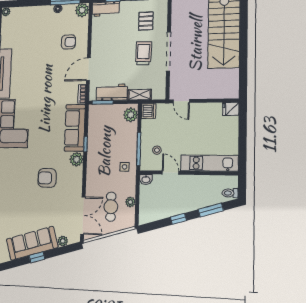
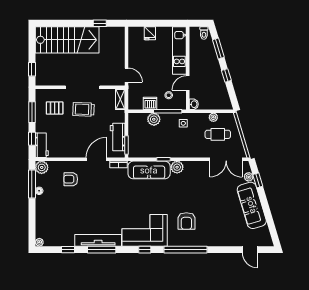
armchair: (68, 42) -> (71, 179), turned -90
door: (88, 69) -> (96, 159), swing flipped
window: (243, 69) -> (100, 23), added
shelving: (140, 95) -> (120, 99), moved
door: (181, 101) -> (127, 75), hinge flipped
fridge: (231, 109) -> (150, 33), moved
dishwasher: (149, 111) -> (150, 103), moved
plant: (131, 115) -> (154, 119), moved
armchair: (47, 178) -> (186, 221), moved
double door: (83, 215) -> (226, 159), swing flipped
window: (37, 257) -> (258, 180), moved

